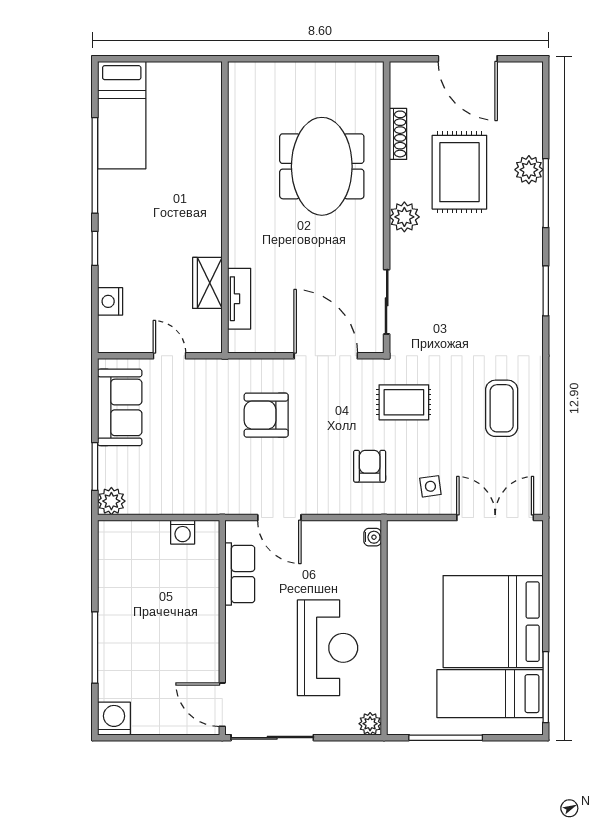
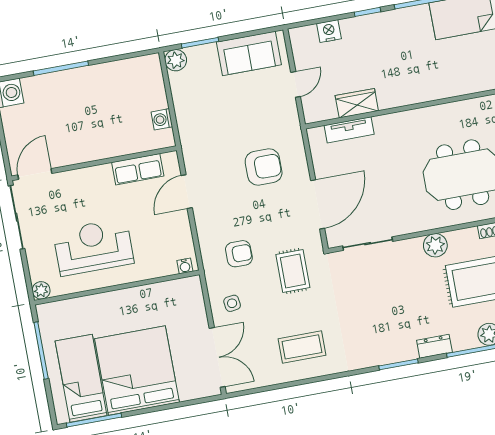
dresser: (531, 241) -> (434, 346), added
armchair: (266, 415) -> (264, 167), turned 90
reception desk: (328, 648) -> (93, 247), turned 180

